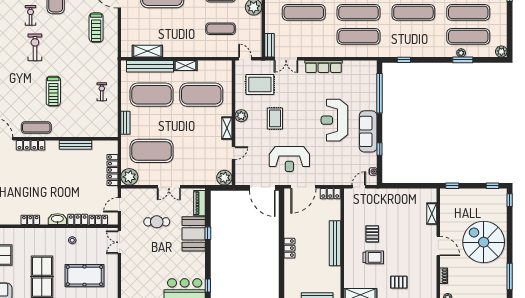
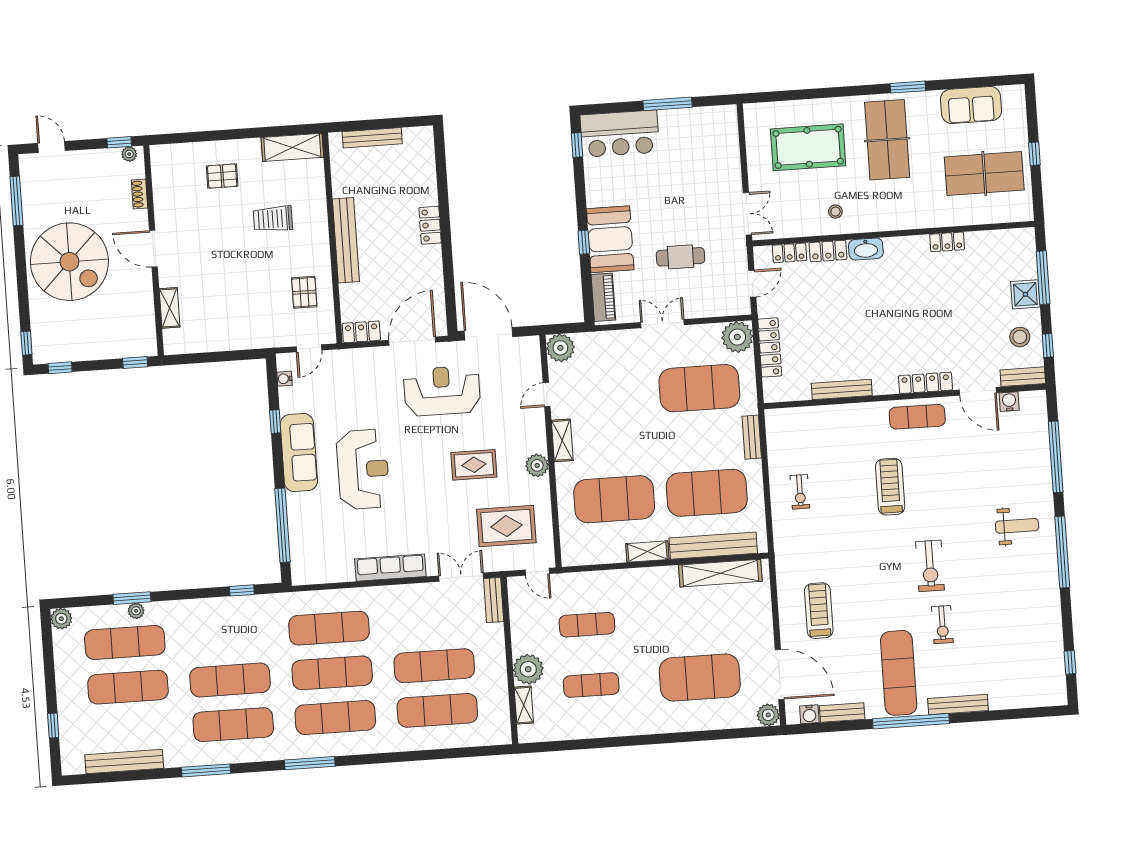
shelving: (147, 51) -> (720, 573), width x1.47
rug: (275, 118) -> (474, 465), turned 90
locker: (30, 220) -> (947, 242), moved
pallet: (372, 234) -> (304, 292), moved

